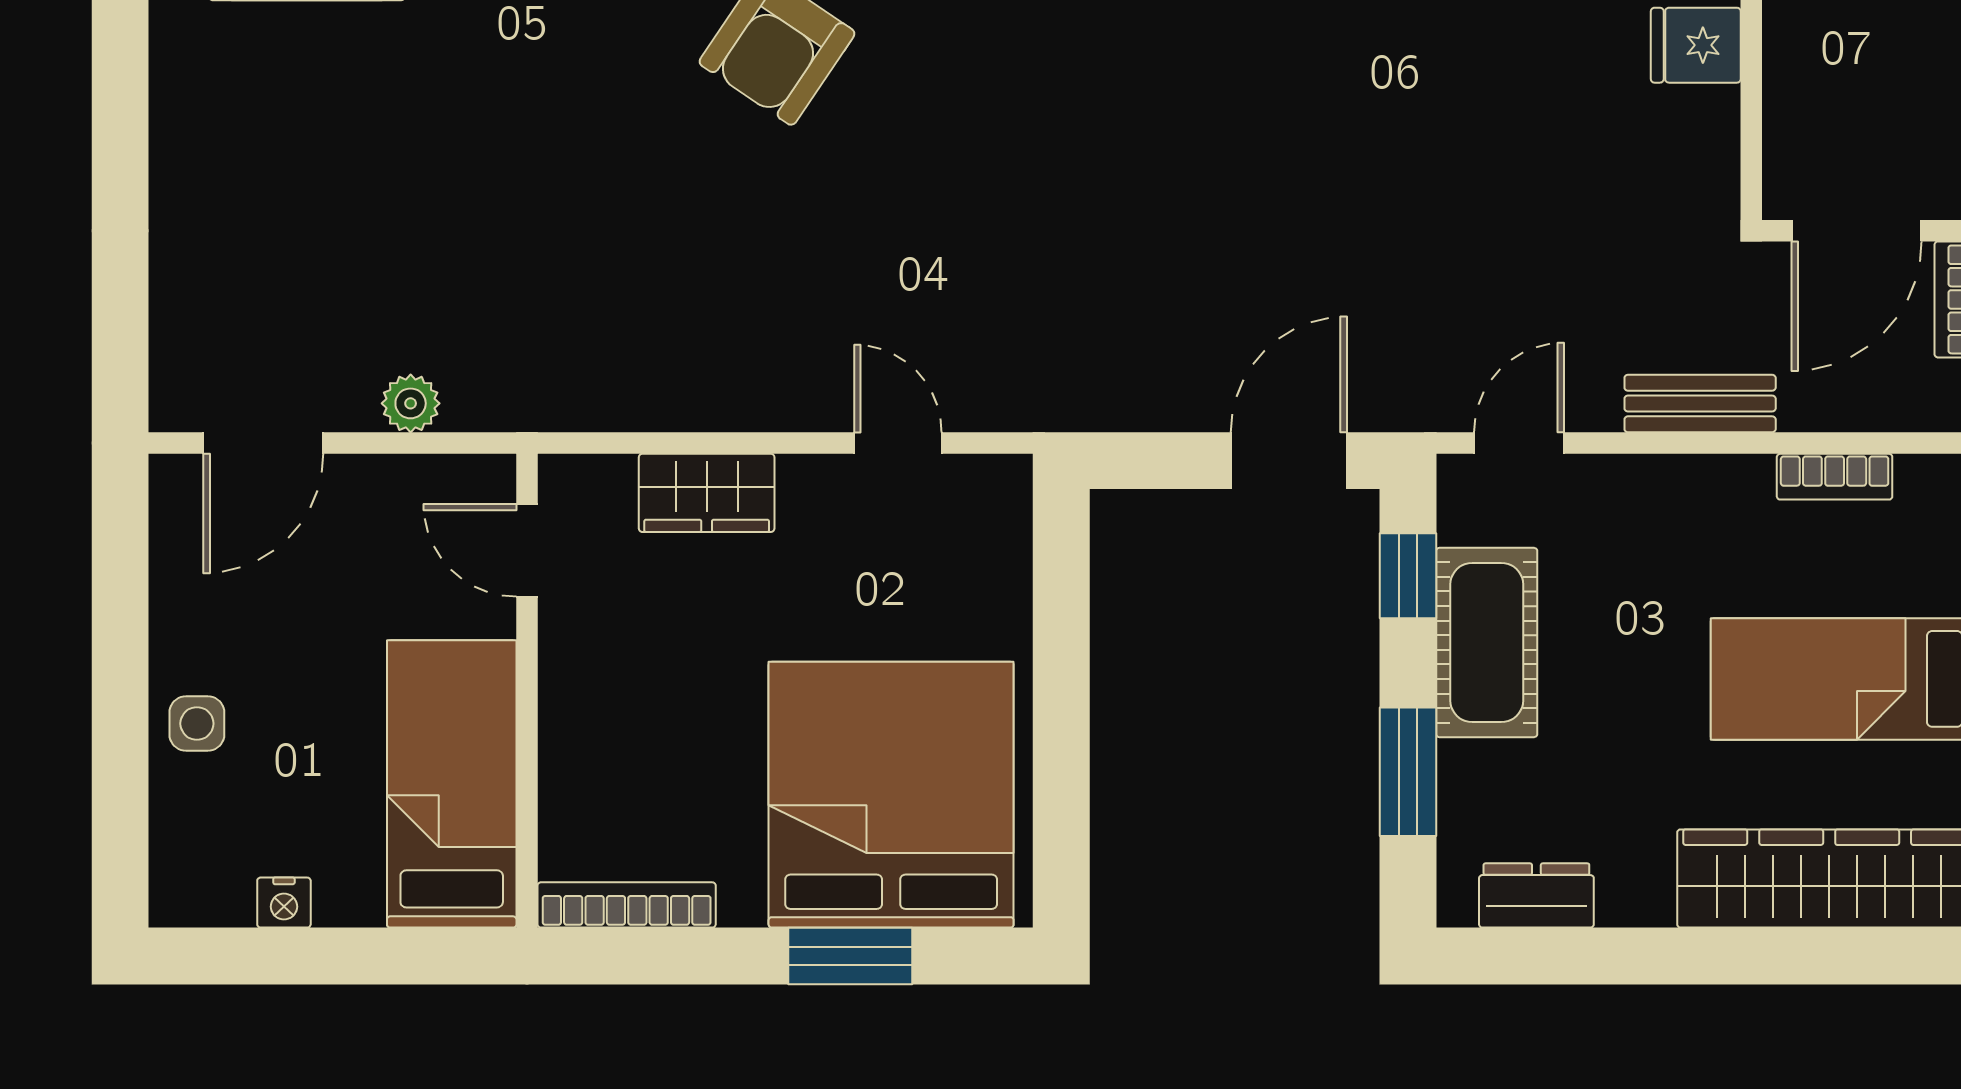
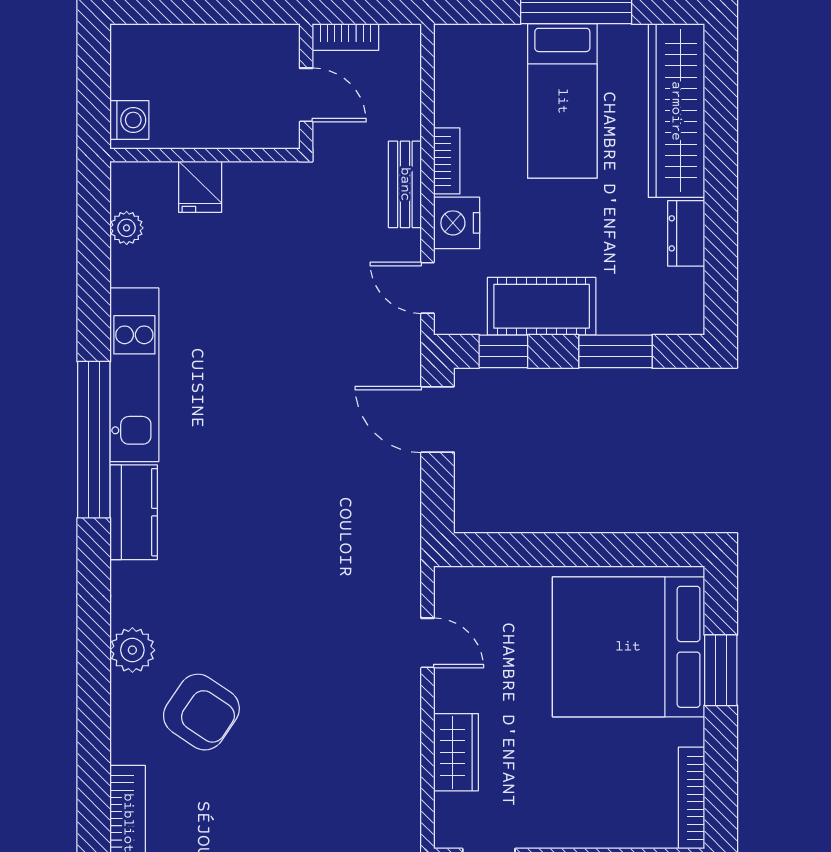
door: (1857, 231) -> (306, 95), width x0.73
door: (898, 443) -> (427, 643), swing flipped
bookcase: (1835, 477) -> (447, 161), moved
nightstand: (1633, 494) -> (457, 223), added
dresser: (1536, 895) -> (686, 233), moved

